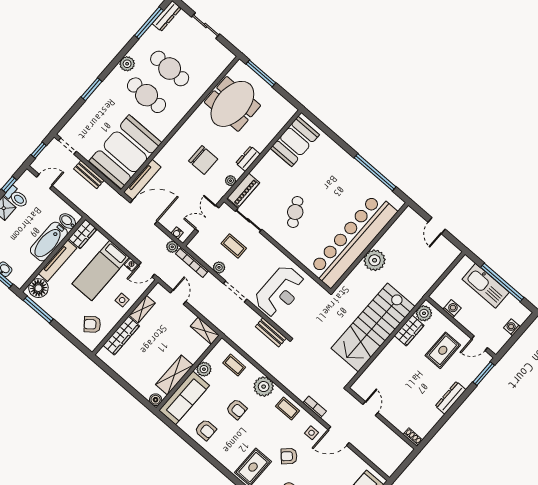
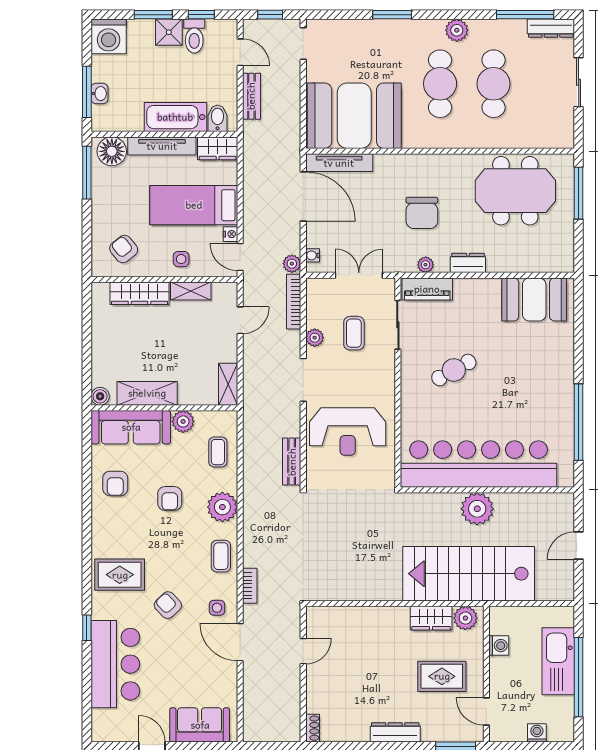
bench: (89, 175) -> (251, 96), moved
stairs: (373, 327) -> (469, 574), moved

